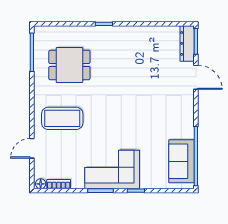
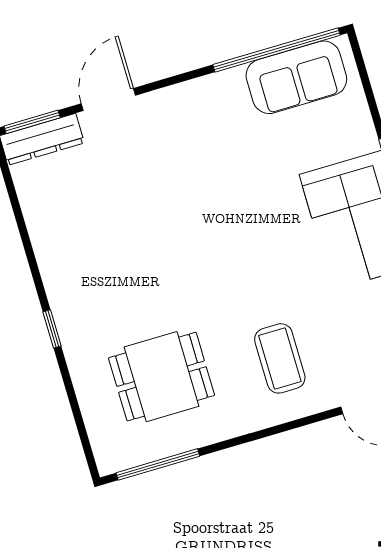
dining table: (69, 65) -> (162, 377), turned 90
coffee table: (62, 118) -> (280, 358), width x0.73, depth x0.76

